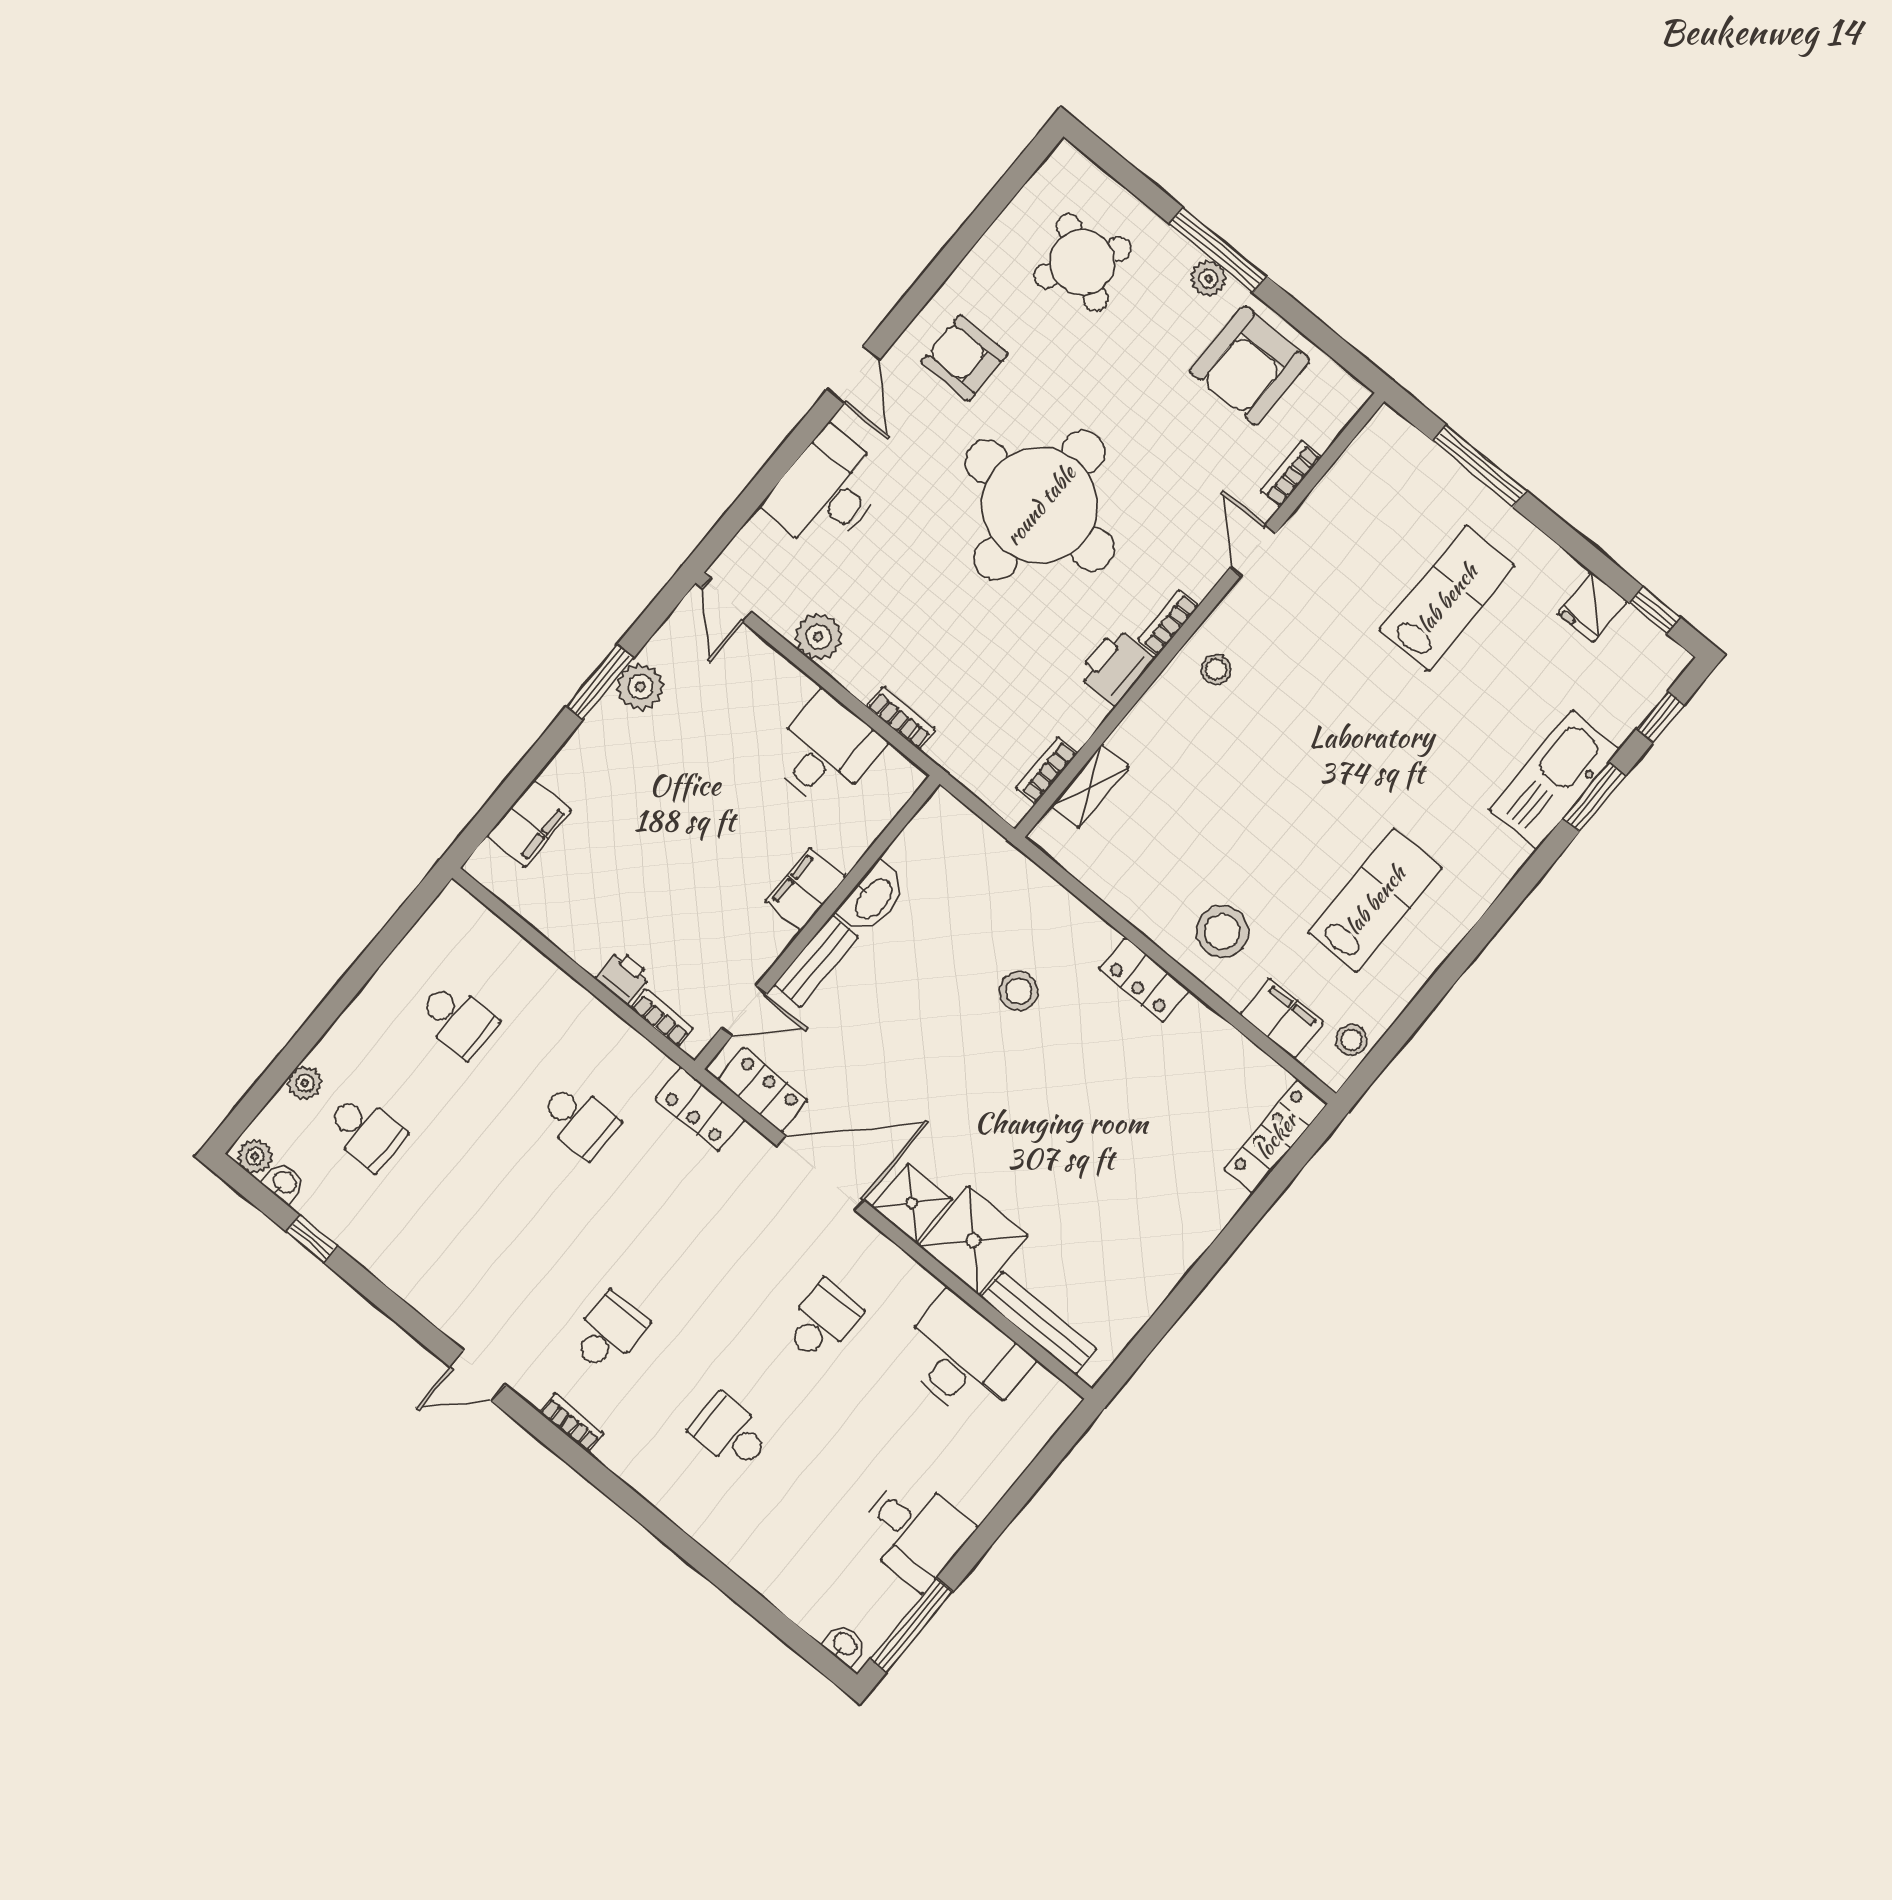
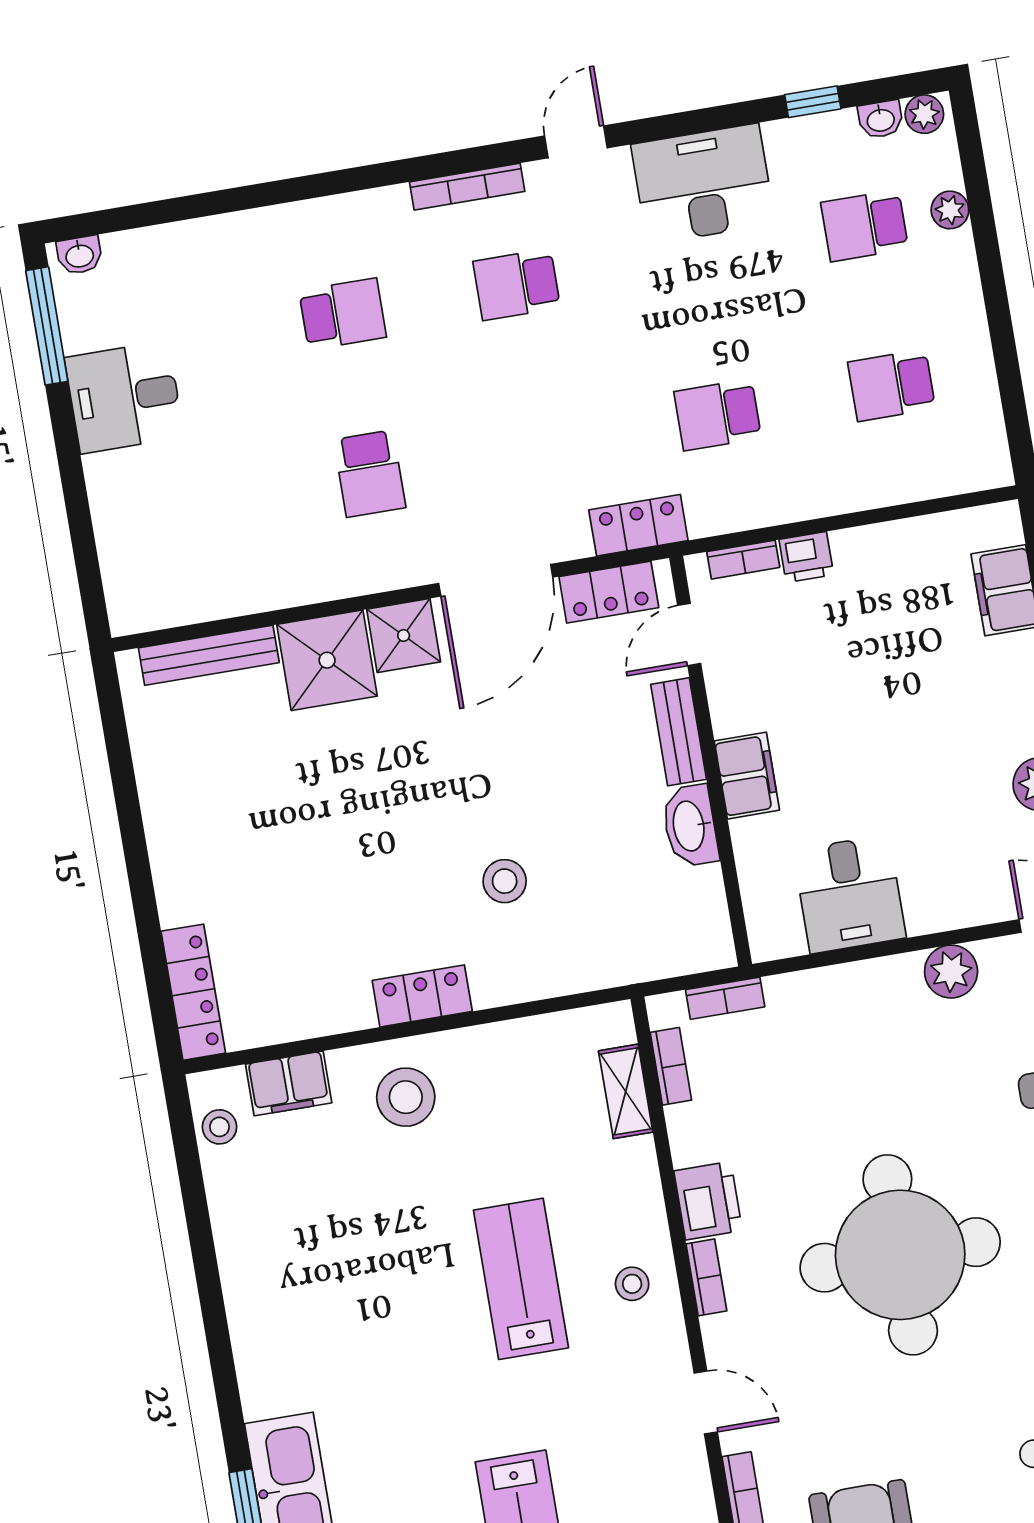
bookcase: (901, 718) -> (725, 998), moved
lab bench: (1375, 900) -> (521, 1279), moved, turned 180
school desk: (609, 1332) -> (517, 285), turned 90
desk: (963, 1358) -> (703, 184), moved, turned 180
bookcase: (571, 1423) -> (467, 187), width x1.56

